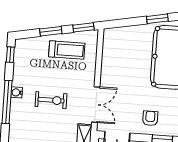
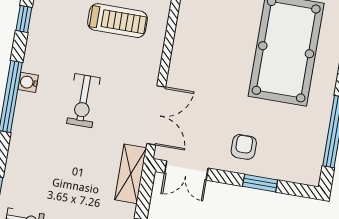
exercise bike: (51, 100) -> (83, 101), turned 90

